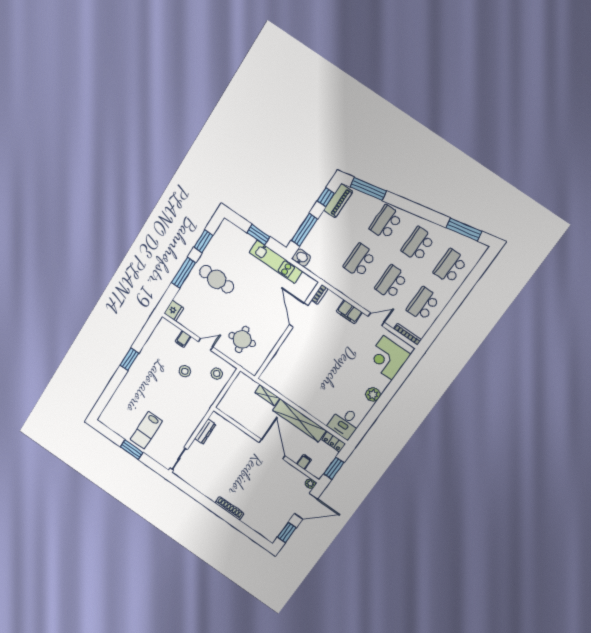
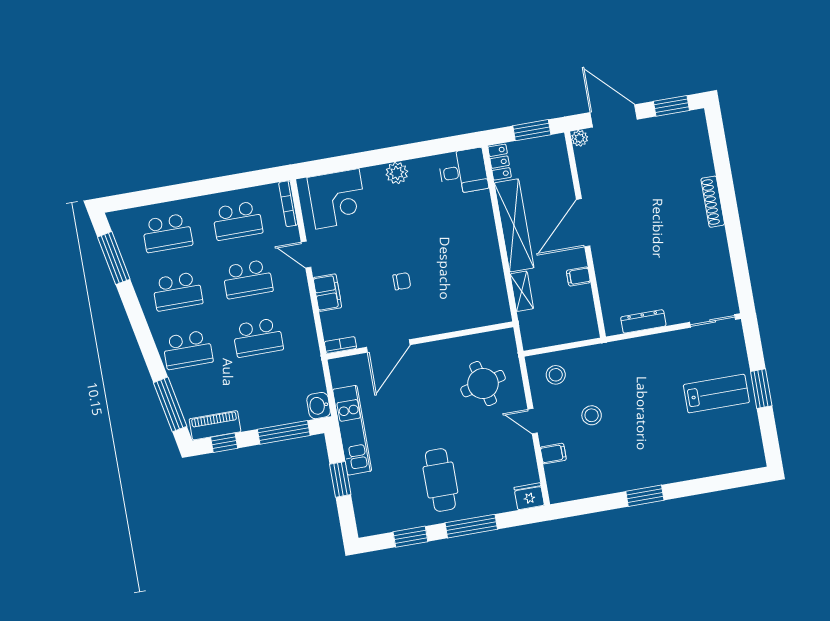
chair: (322, 349) -> (402, 281), added
filing cabinet: (304, 462) -> (578, 276), moved

